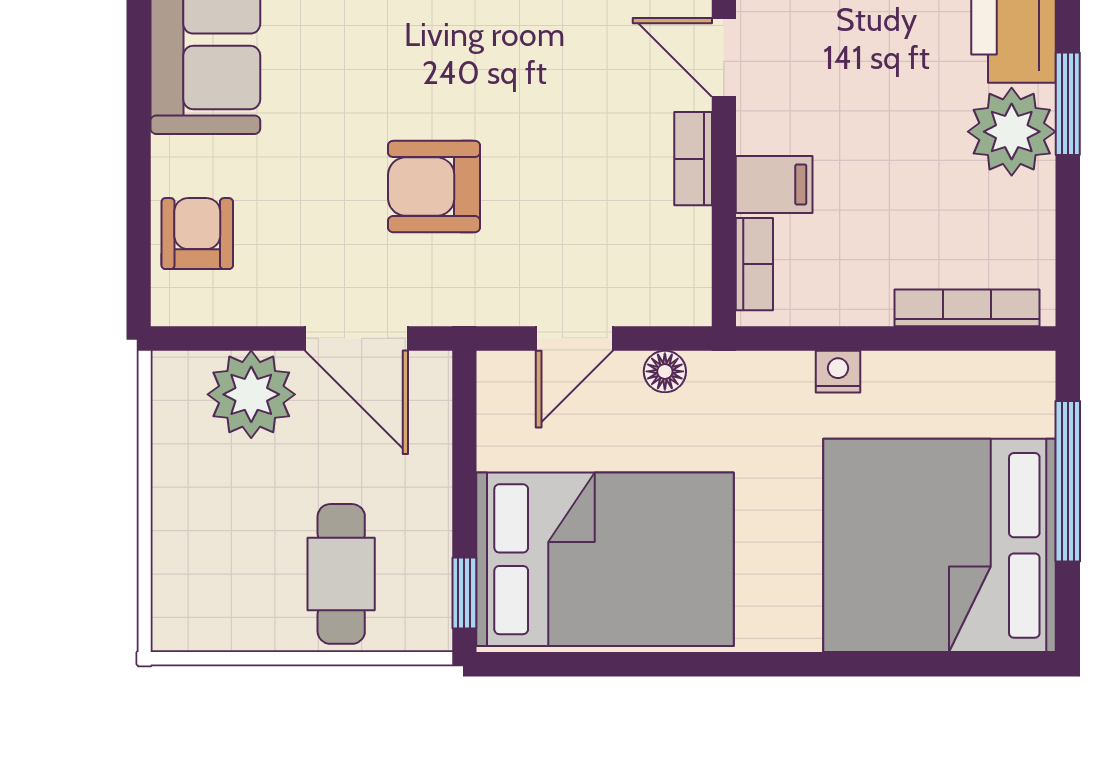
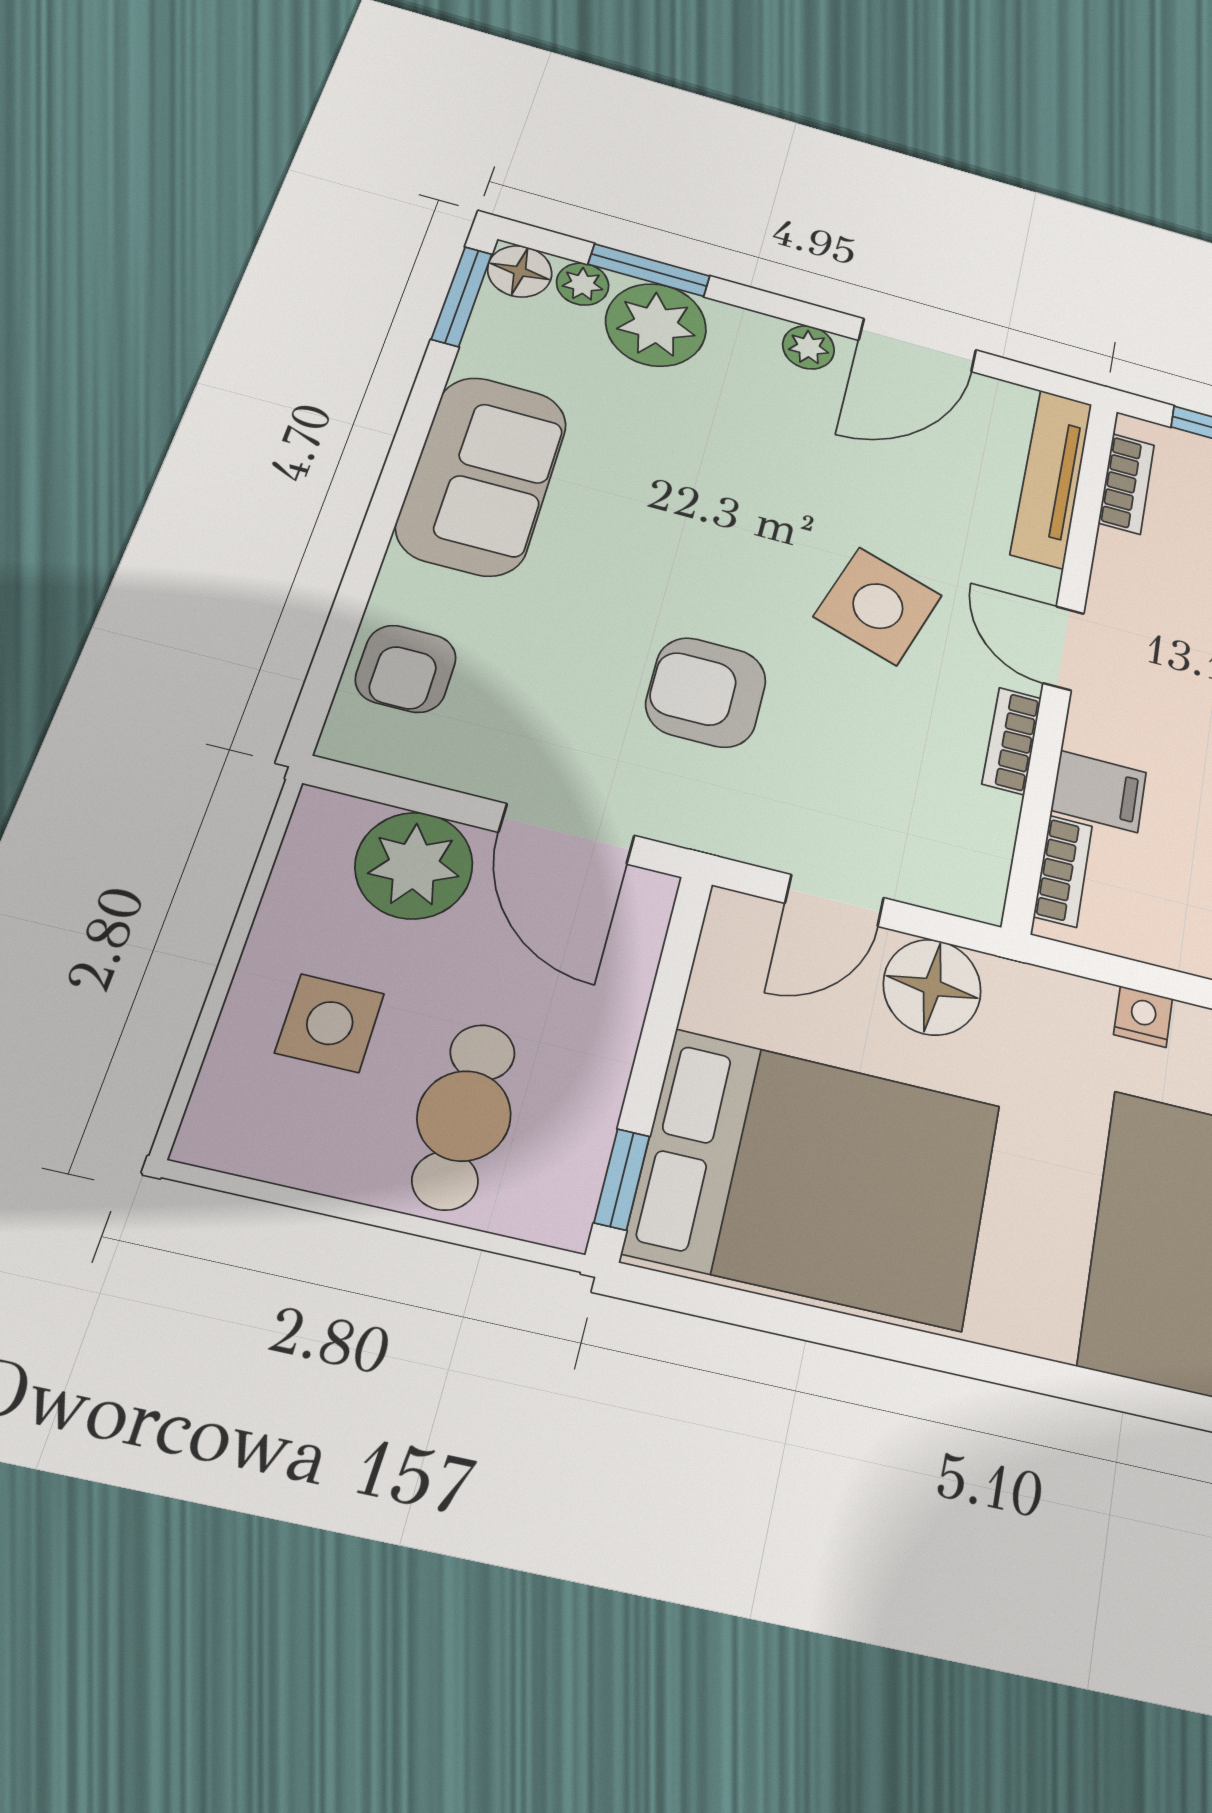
side table: (558, 64) -> (878, 606), added
armchair: (197, 234) -> (406, 669), turned 180
floor lamp: (665, 371) -> (932, 987), width x1.89, depth x1.89
side table: (228, 530) -> (330, 1023), added

